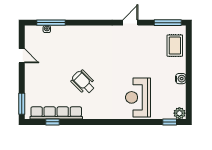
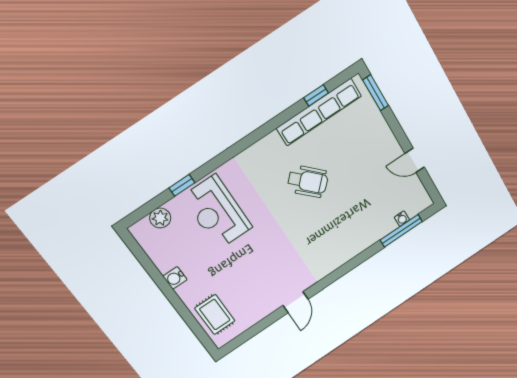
window: (168, 23) -> (245, 336), removed
reception desk: (138, 97) -> (217, 212), turned 180
plant: (179, 113) -> (160, 218), moved
window: (170, 122) -> (182, 185), moved

